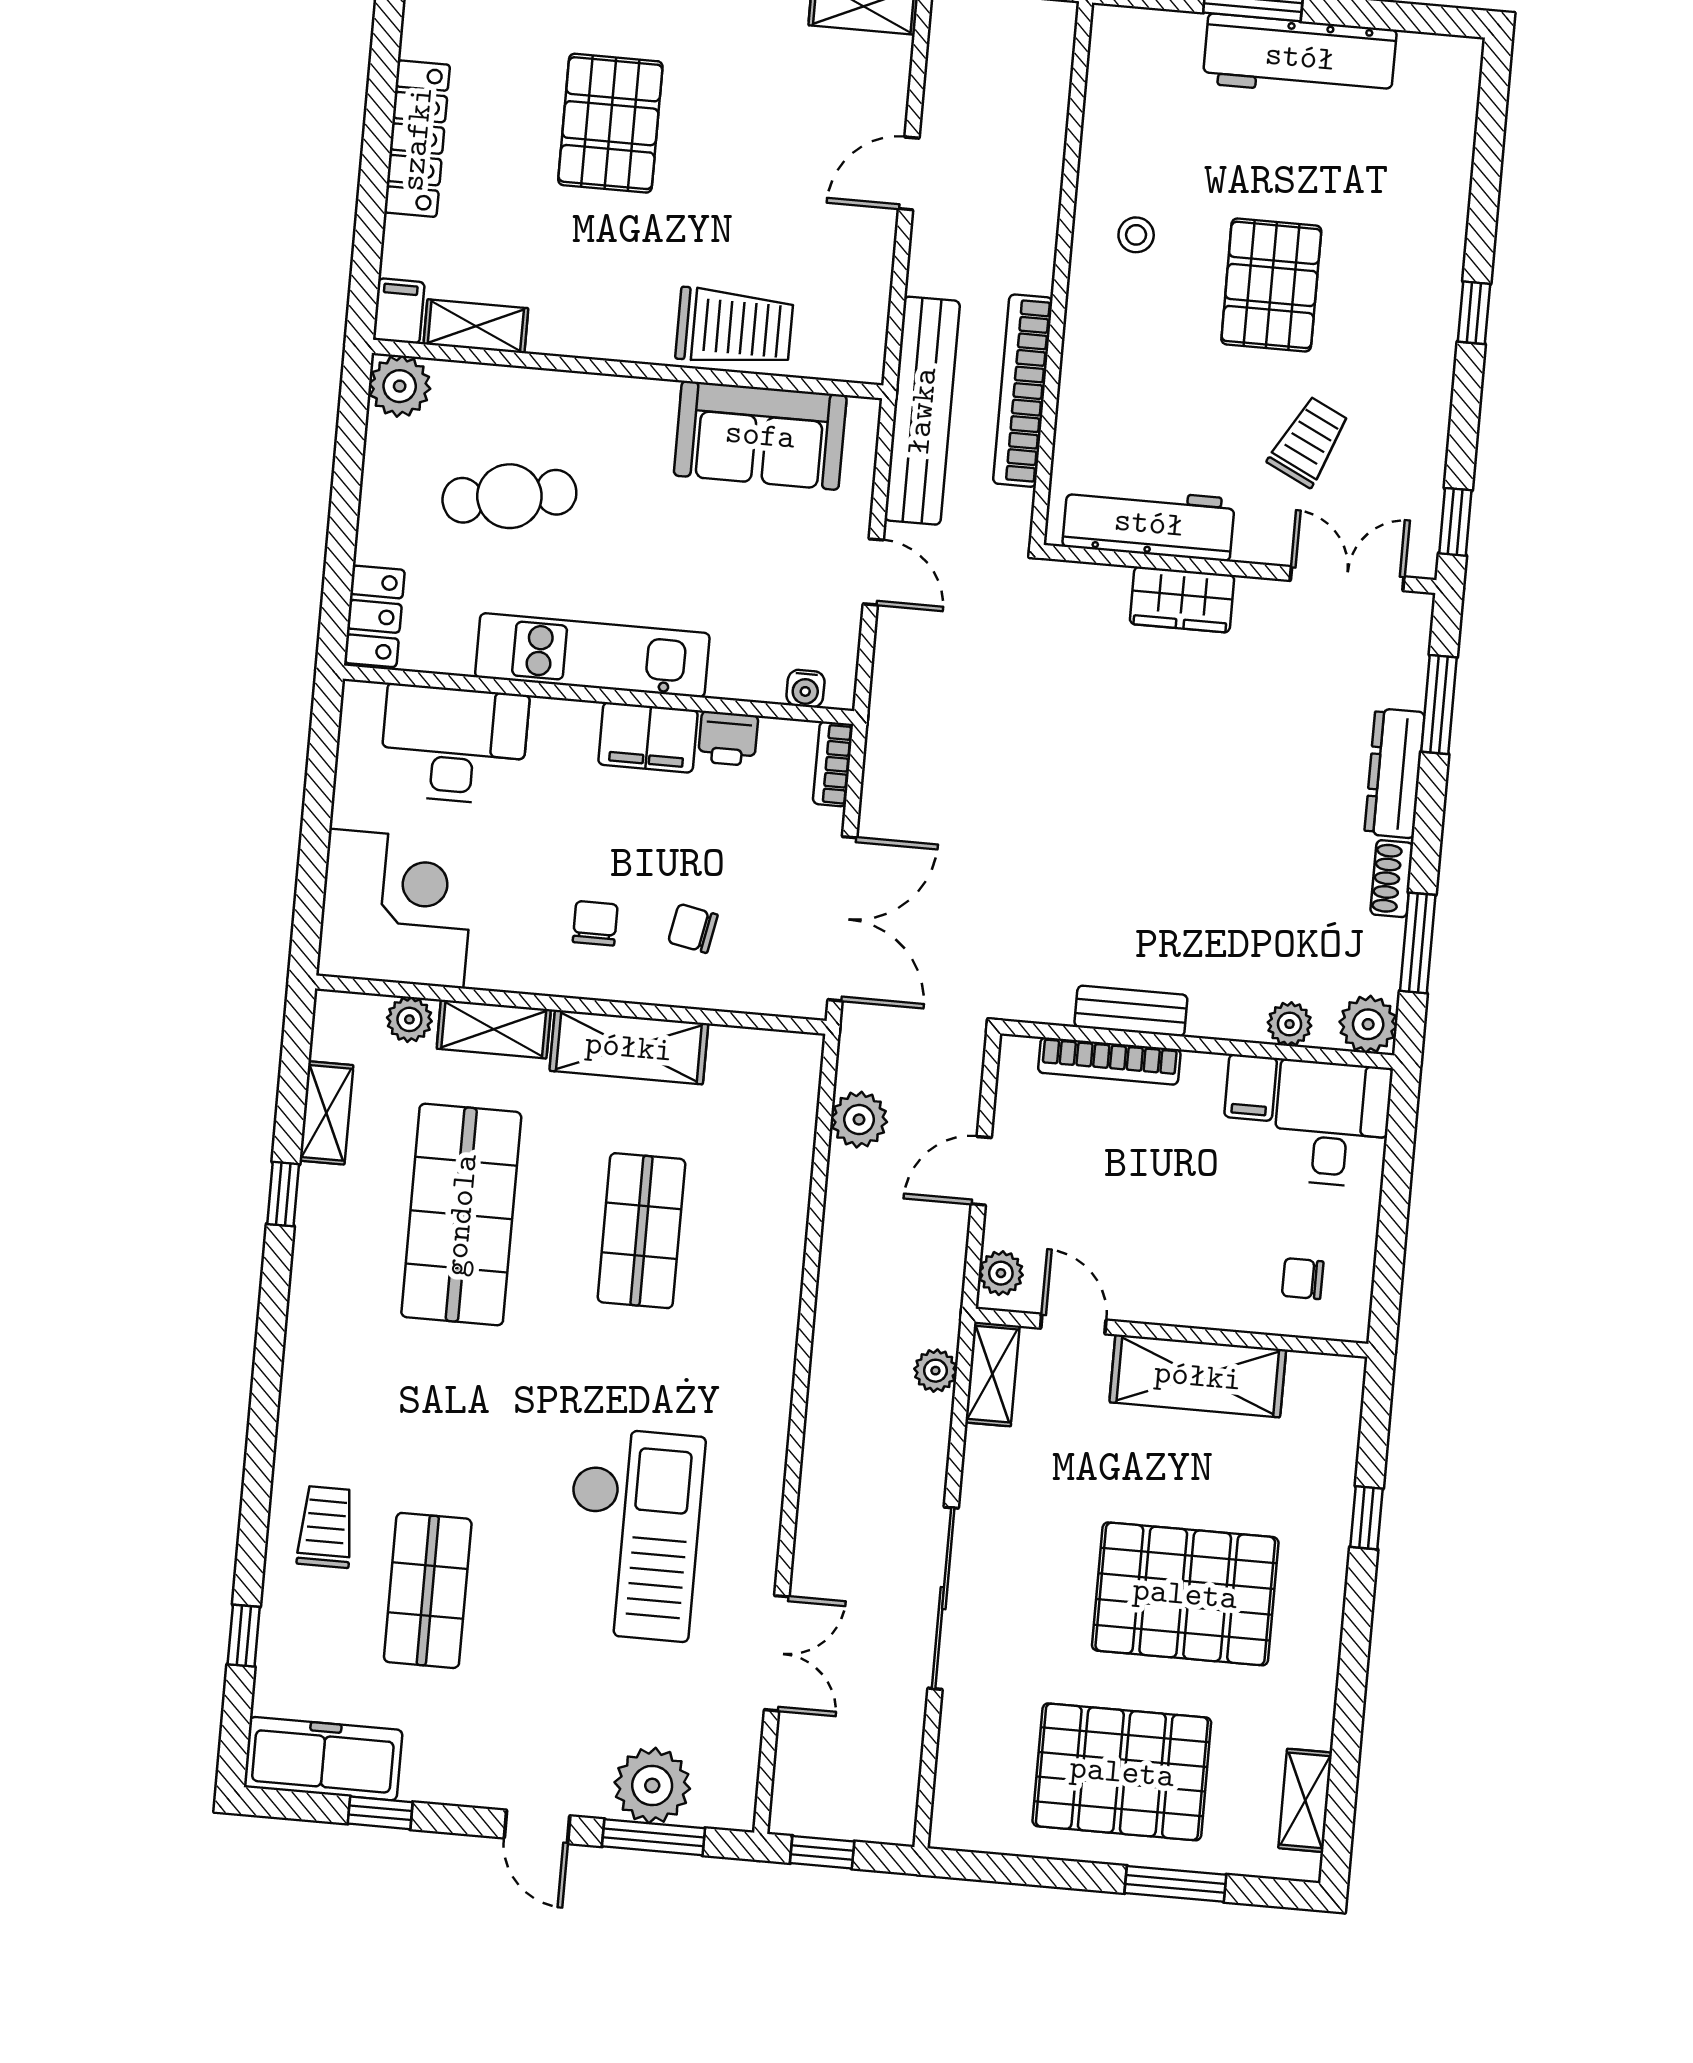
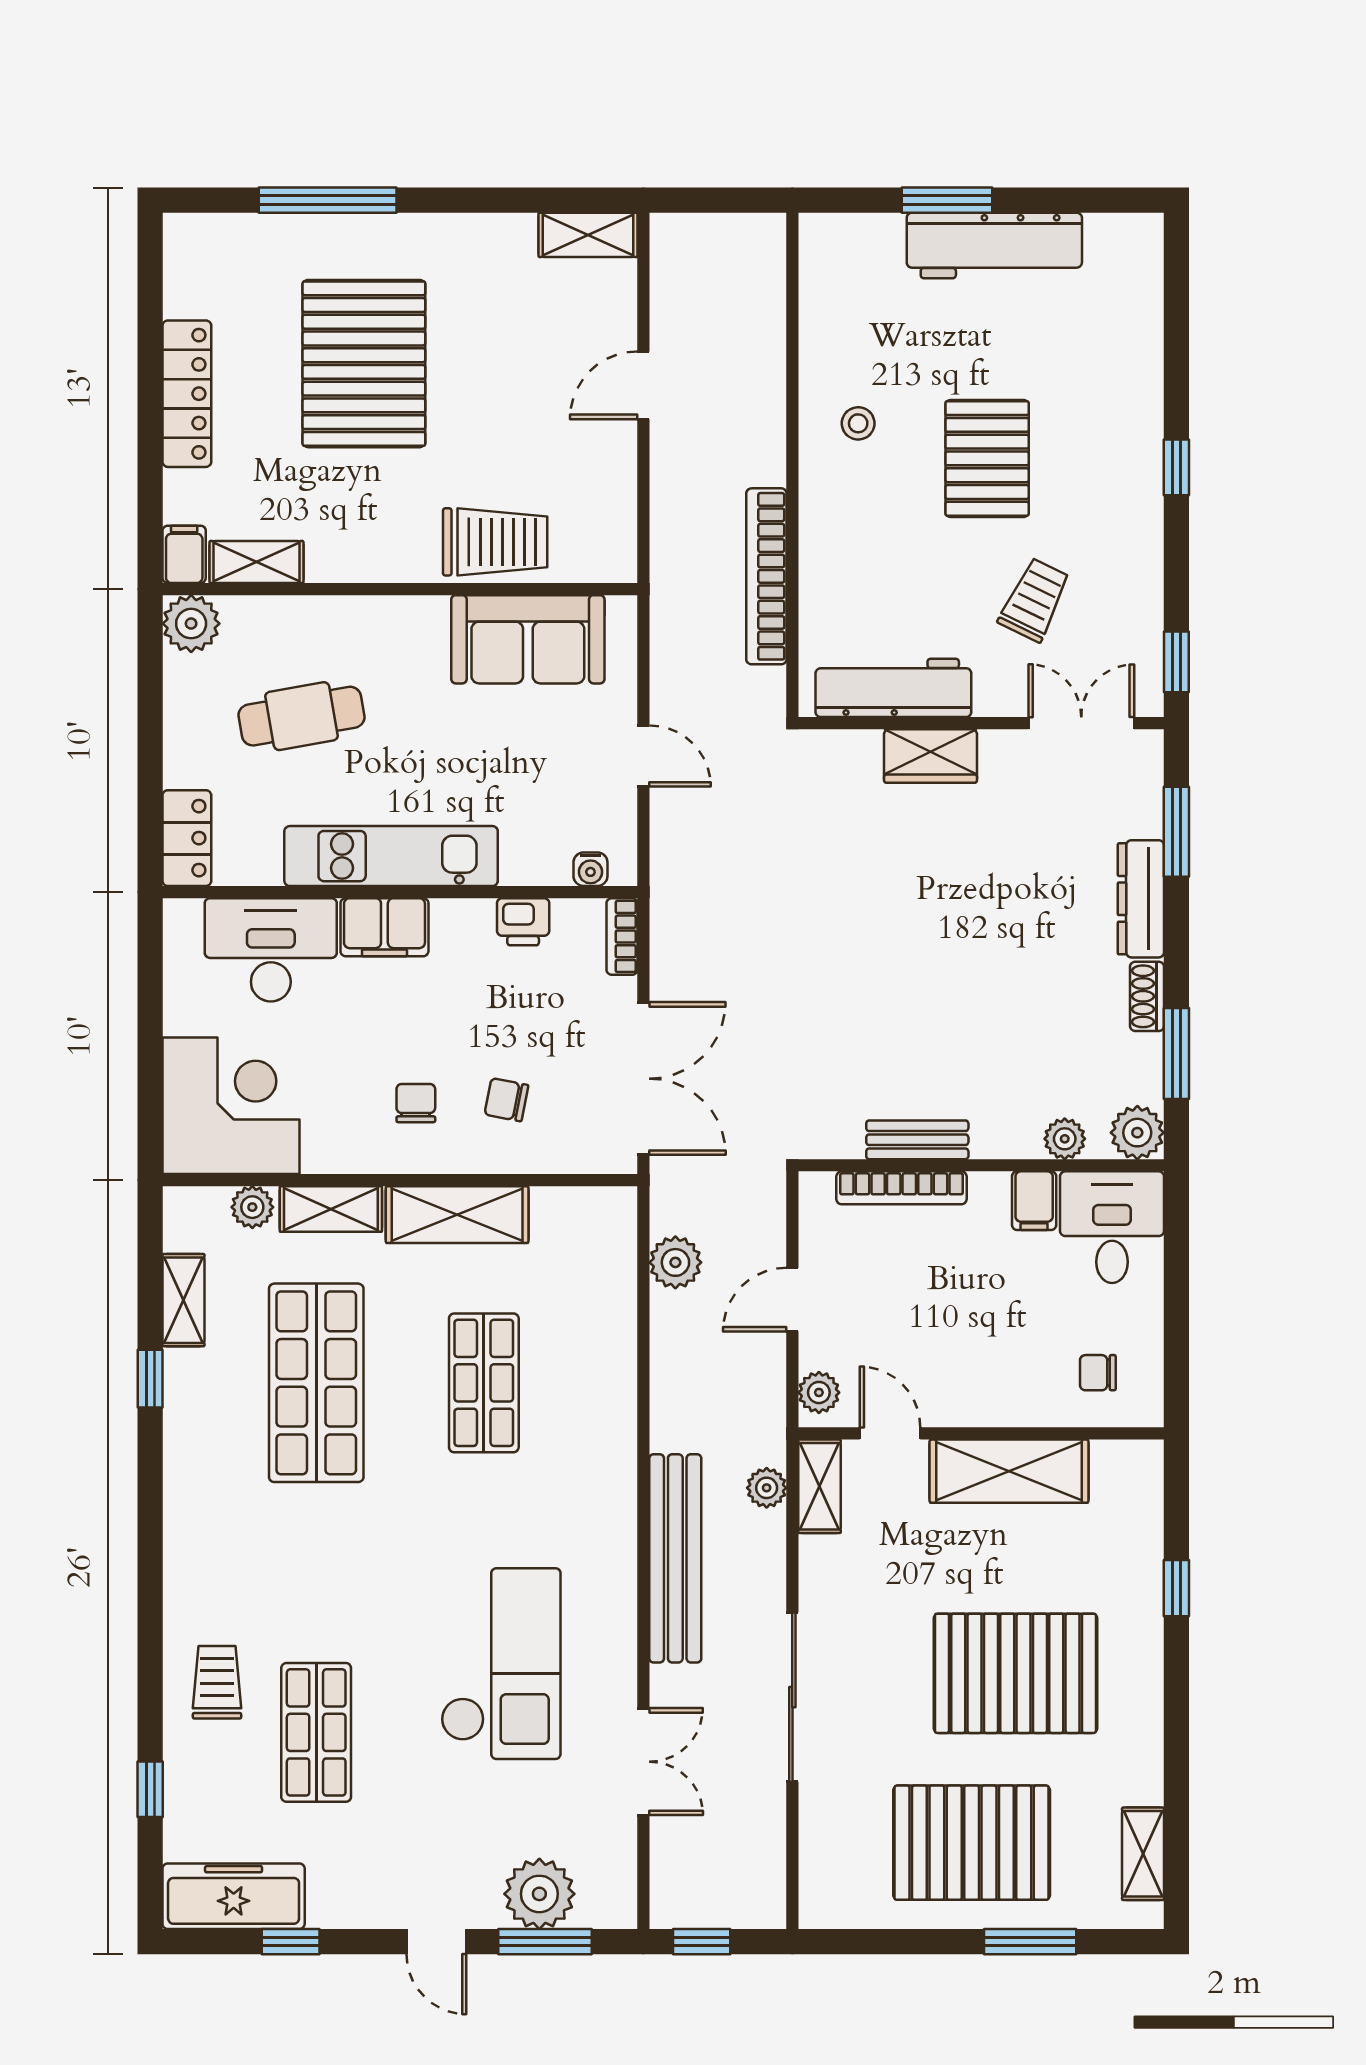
pallet: (610, 123) -> (364, 364), width x1.37, depth x1.41
bench: (922, 411) -> (675, 1558), moved
filing cabinet: (648, 737) -> (384, 927), moved

